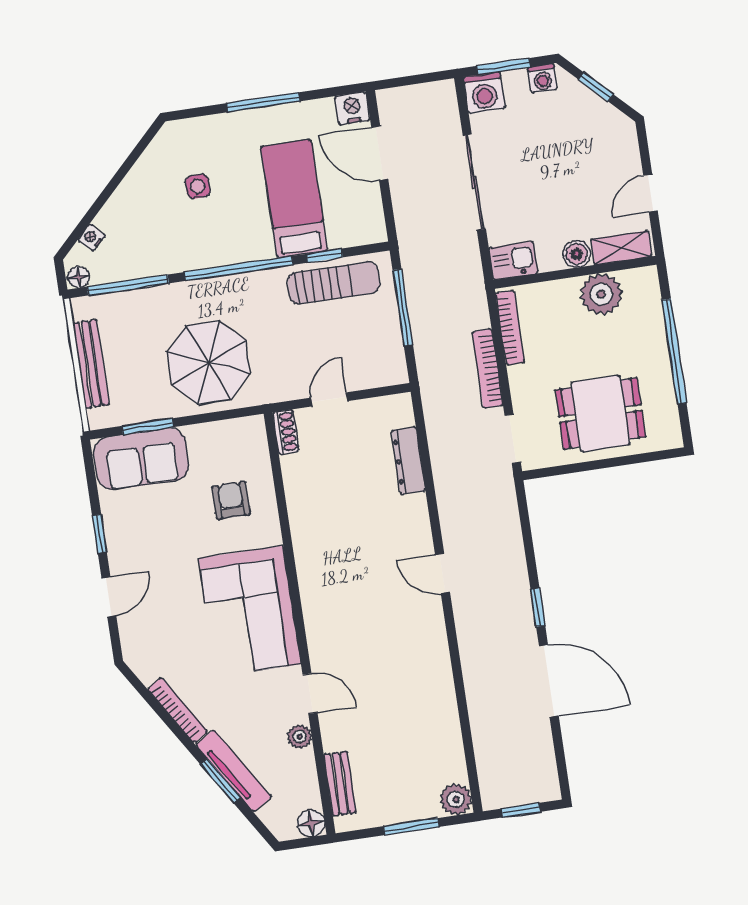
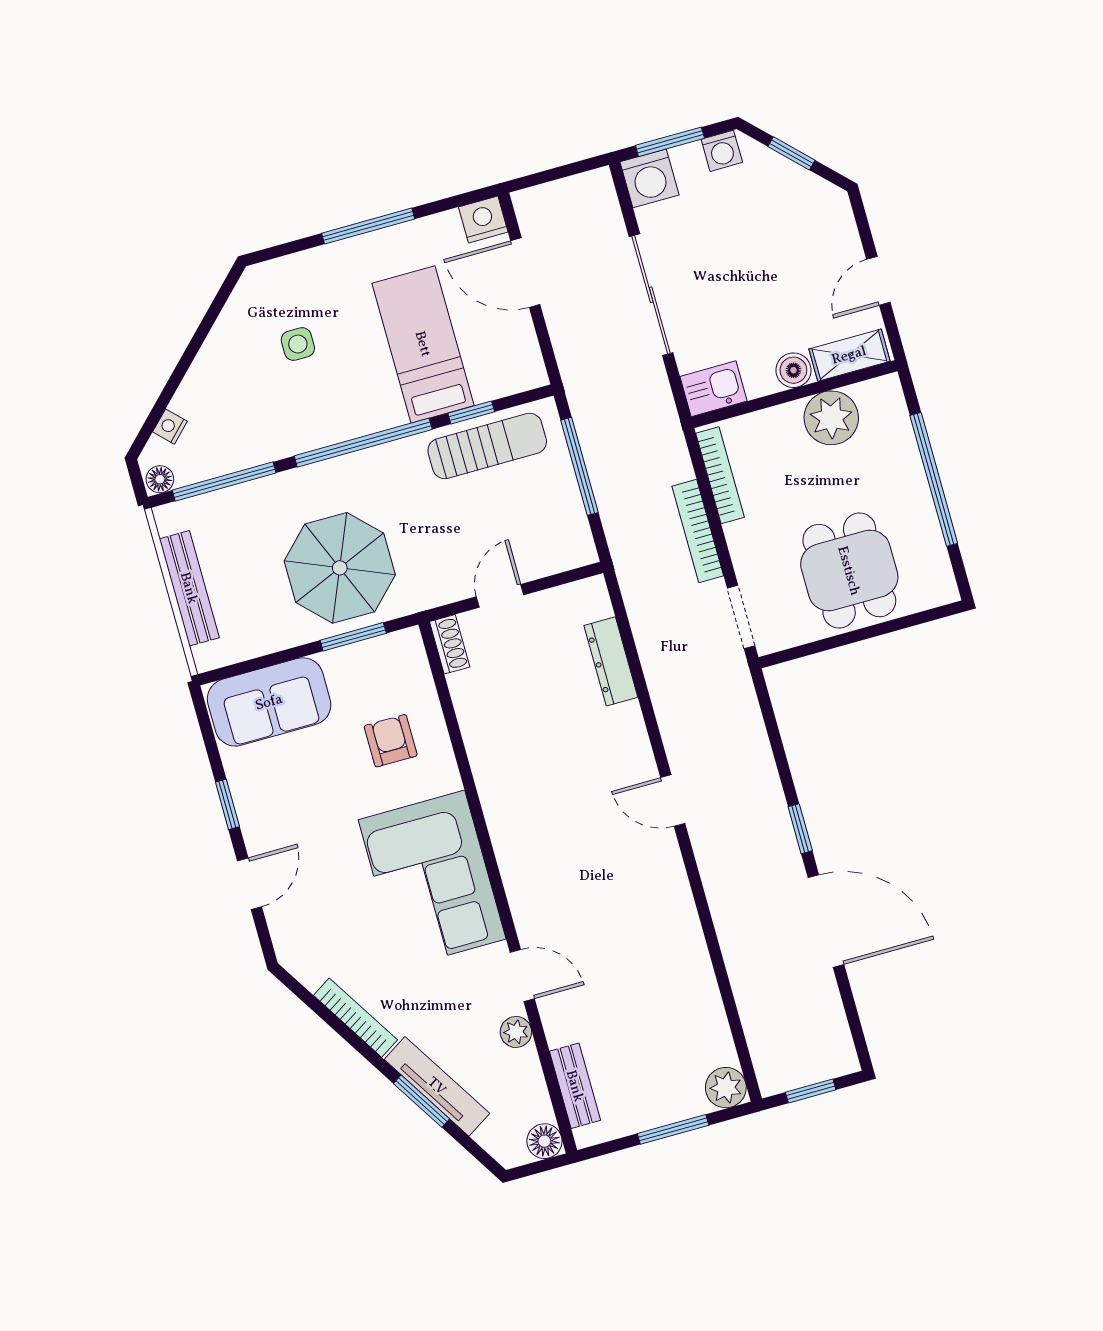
dining table: (600, 413) -> (849, 571), turned 90
window: (148, 427) -> (353, 637), moved

